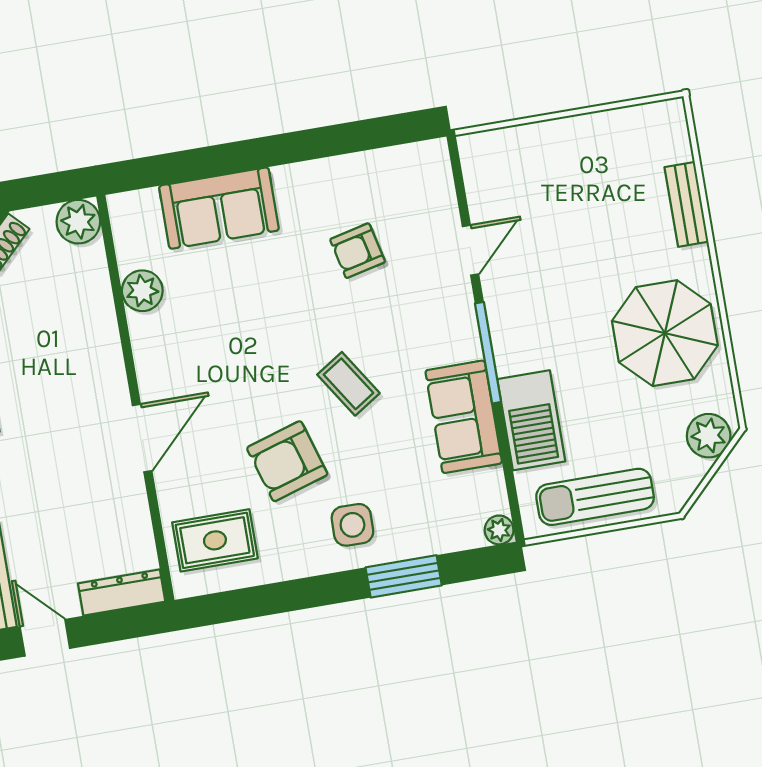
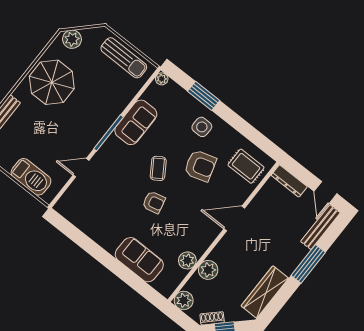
armchair: (358, 251) -> (154, 202), moved
plant: (93, 312) -> (208, 270), added
barbecue: (531, 420) -> (31, 177), moved, turned 90

